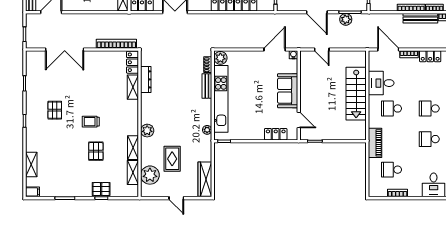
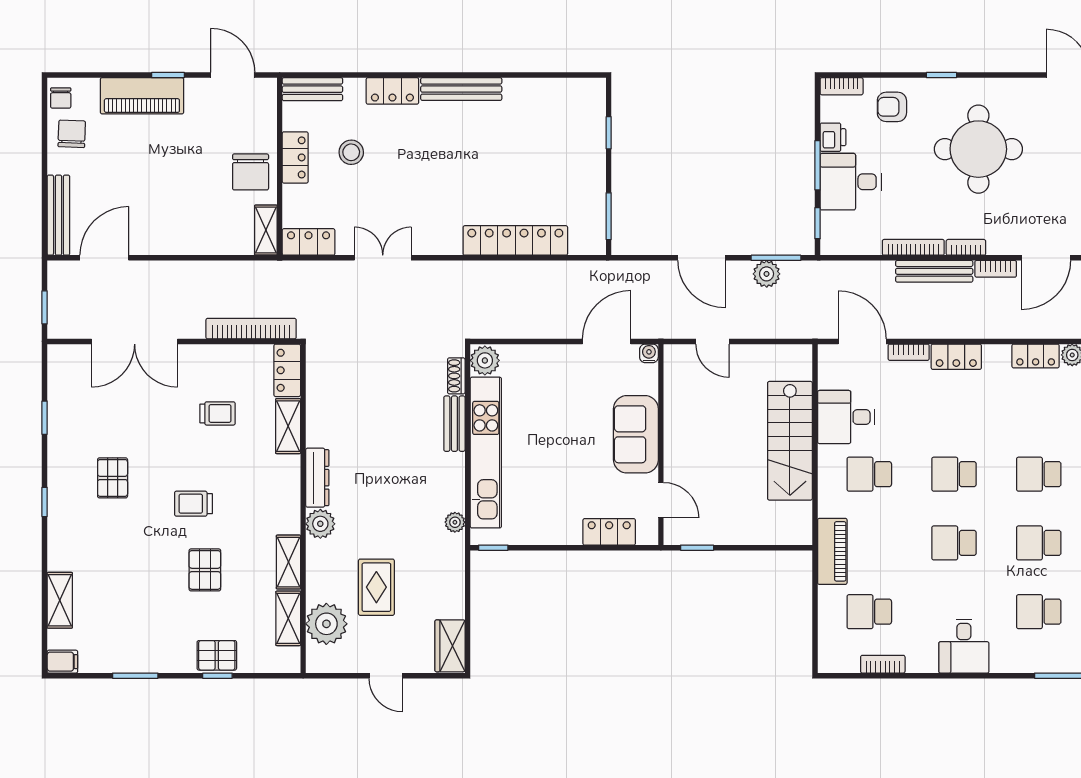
dresser: (146, 79) -> (317, 478), moved
trolley: (101, 81) -> (218, 413), added
wardrobe: (205, 179) -> (450, 646), width x0.67

